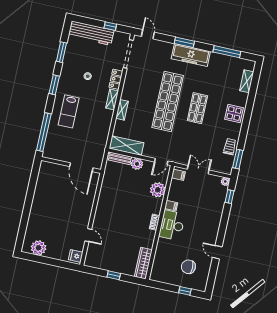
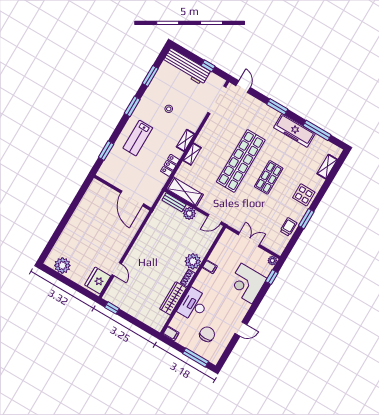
freezer: (191, 55) -> (294, 131), moved
locker: (116, 79) -> (170, 165), moved
window: (44, 132) -> (106, 151), width x0.47
window: (238, 159) -> (306, 219), moved
filing cabinet: (178, 175) -> (171, 333), moved
plant: (158, 190) -> (193, 261), moved
corner desk: (209, 210) -> (247, 284), added
desk: (172, 225) -> (194, 305), moved
door: (217, 252) -> (241, 329), swing flipped
fridge: (76, 256) -> (98, 281), width x1.88, depth x1.34
wardrobe: (143, 263) -> (173, 298), moved
chair: (188, 267) -> (207, 334), turned 90
window: (114, 275) -> (112, 308), moved
window: (185, 291) -> (196, 357), width x2.17

